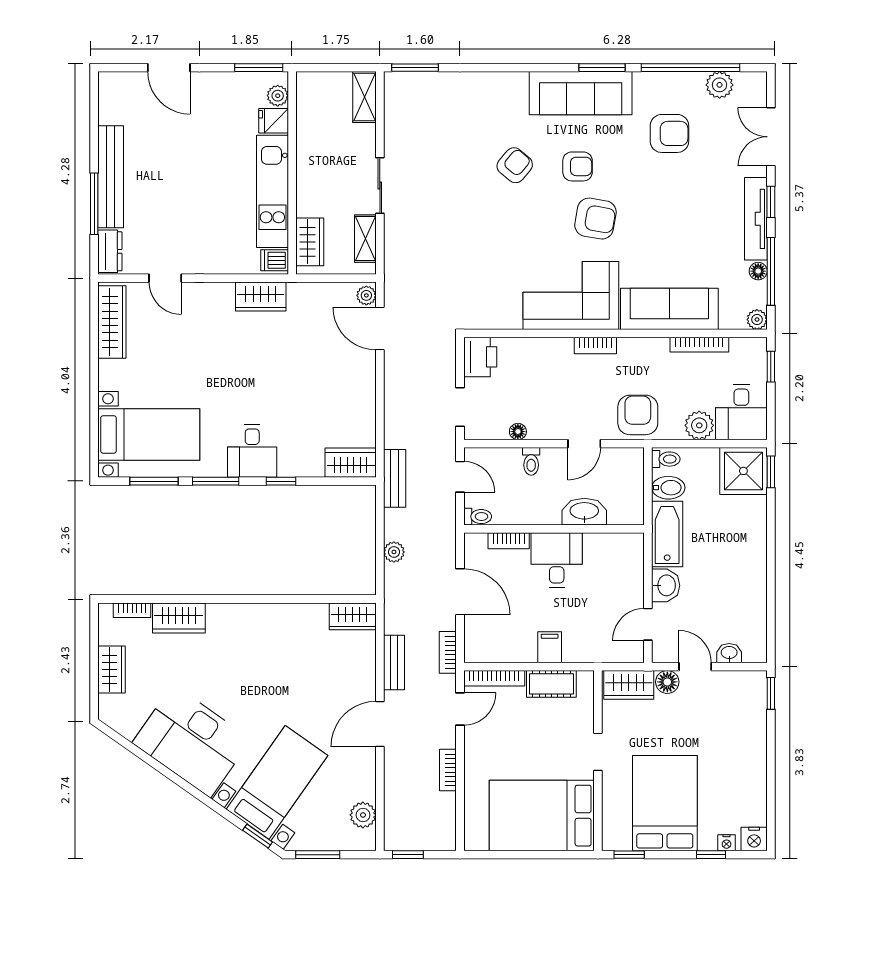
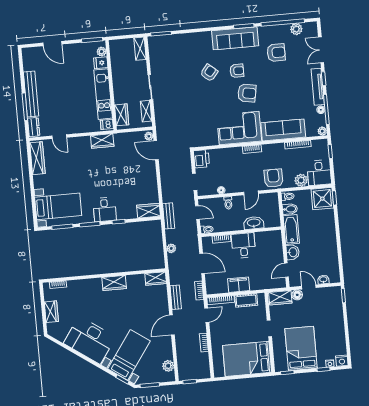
wardrobe: (179, 618) -> (114, 283), moved
filing cabinet: (550, 647) -> (239, 285), width x2.00

